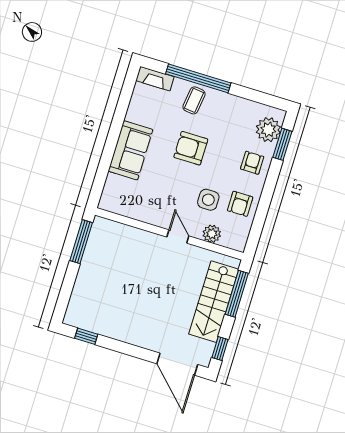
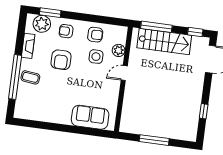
fireplace: (155, 79) -> (28, 46), moved
armchair: (191, 148) -> (61, 60), moved
sofa: (130, 150) -> (90, 117), moved
window: (81, 242) -> (154, 140), moved
window: (86, 336) -> (204, 111), moved

